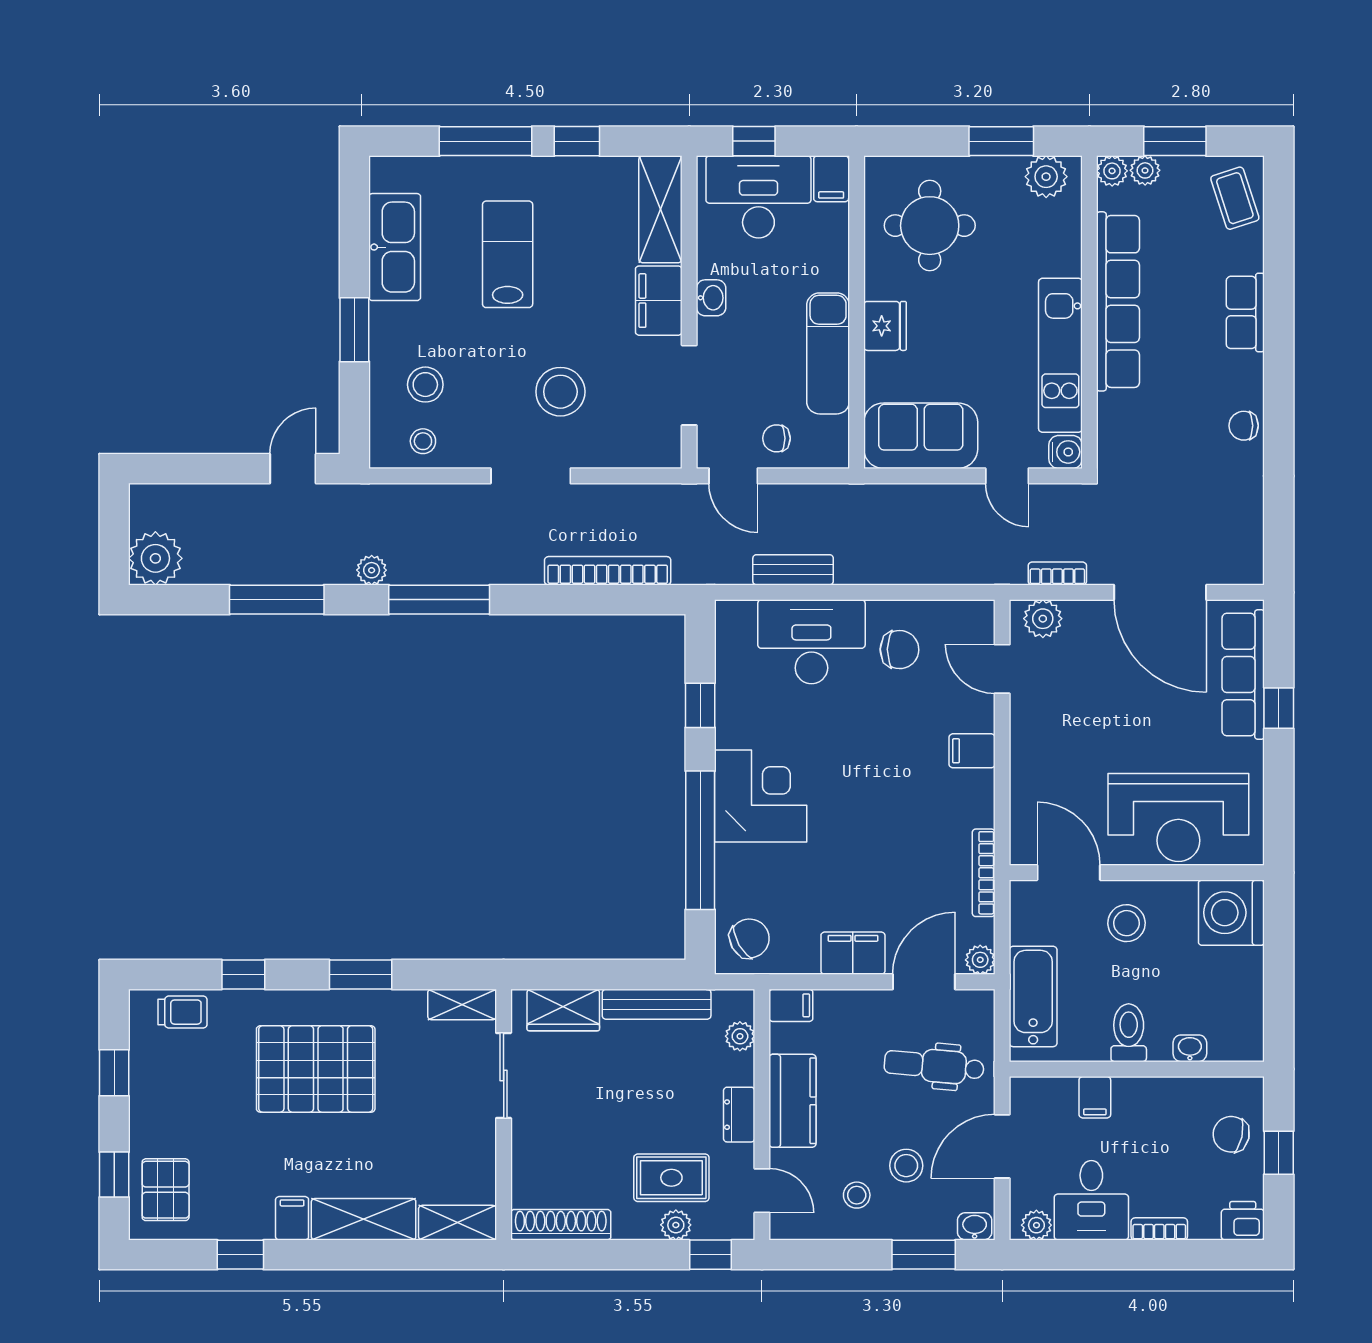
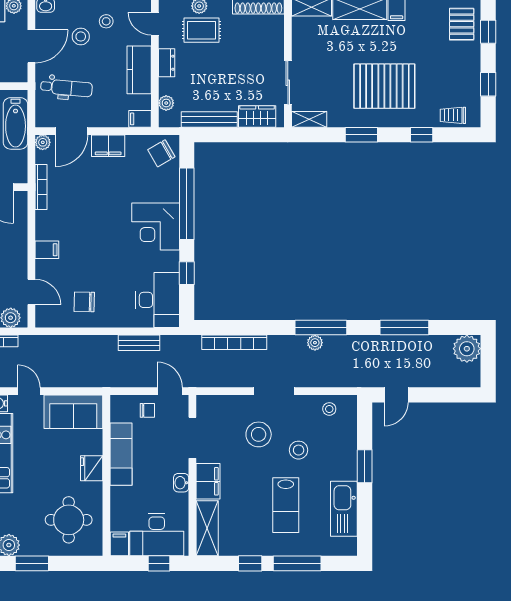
stool: (425, 385) -> (299, 450), moved
plant: (372, 570) -> (315, 343), moved
desk: (811, 642) -> (158, 300), moved, turned -90

